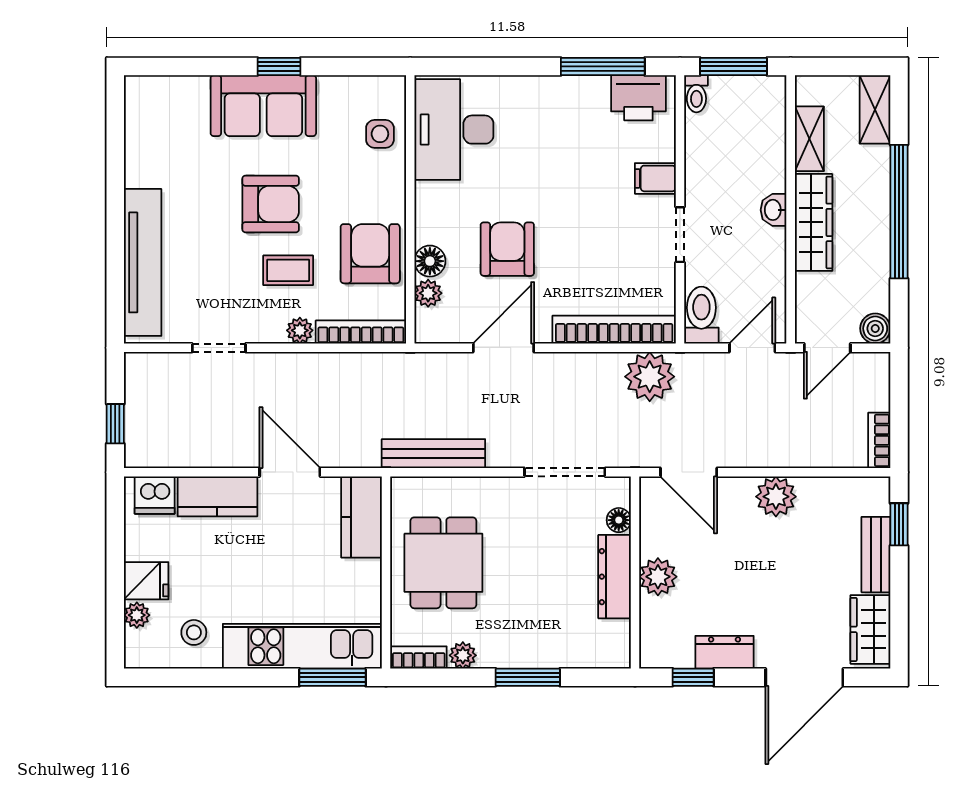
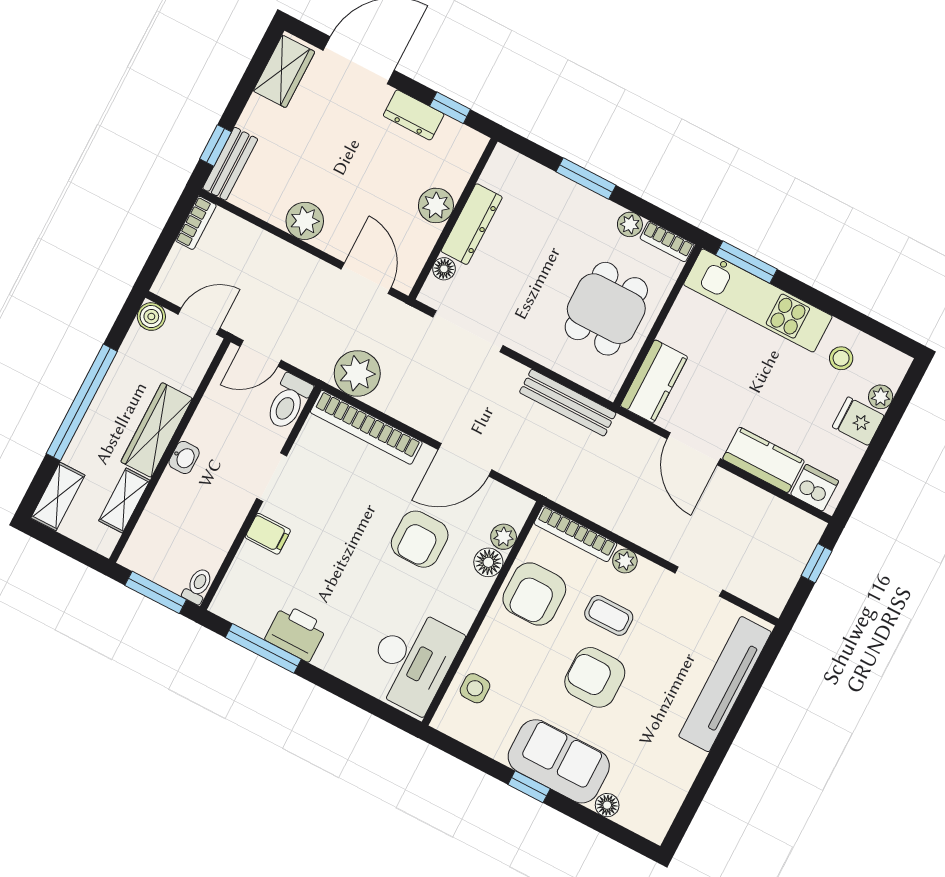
floor lamp: (195, 88) -> (607, 805), added
printer: (638, 98) -> (296, 633), moved
bench: (876, 555) -> (230, 164), moved

